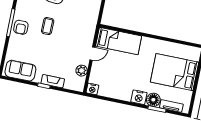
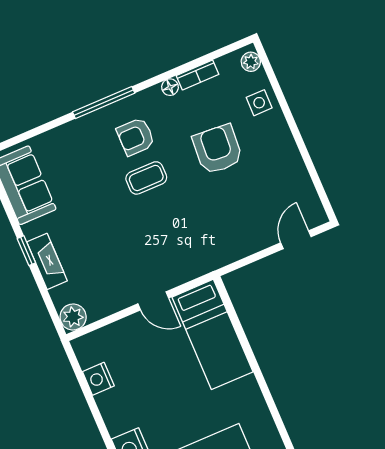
armchair: (21, 27) -> (136, 137), moved
plant: (82, 71) -> (73, 317), moved
nightstand: (92, 89) -> (98, 379), moved

